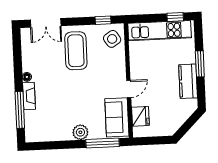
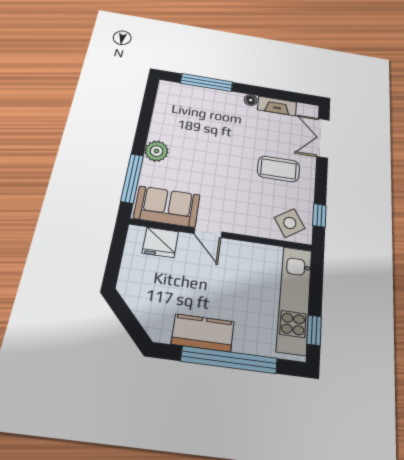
coffee table: (76, 51) -> (279, 169), width x0.73, depth x0.76
window: (200, 64) -> (229, 360), width x2.11
fireplace: (29, 96) -> (277, 106), moved

